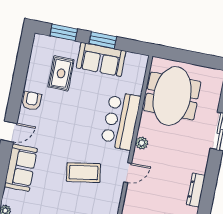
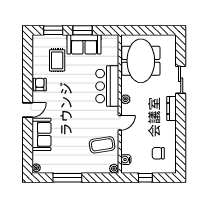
coffee table: (83, 173) -> (102, 145), moved
dresser: (196, 190) -> (171, 108), moved

